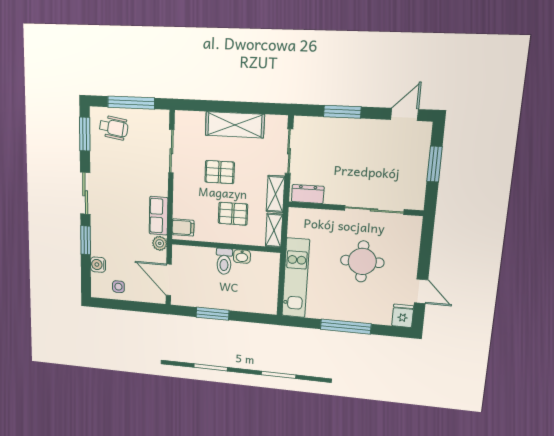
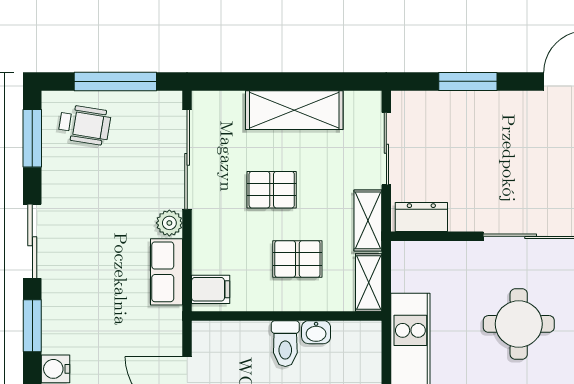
sliding door: (171, 151) -> (187, 159), width x1.37
plant: (160, 243) -> (169, 223), moved

